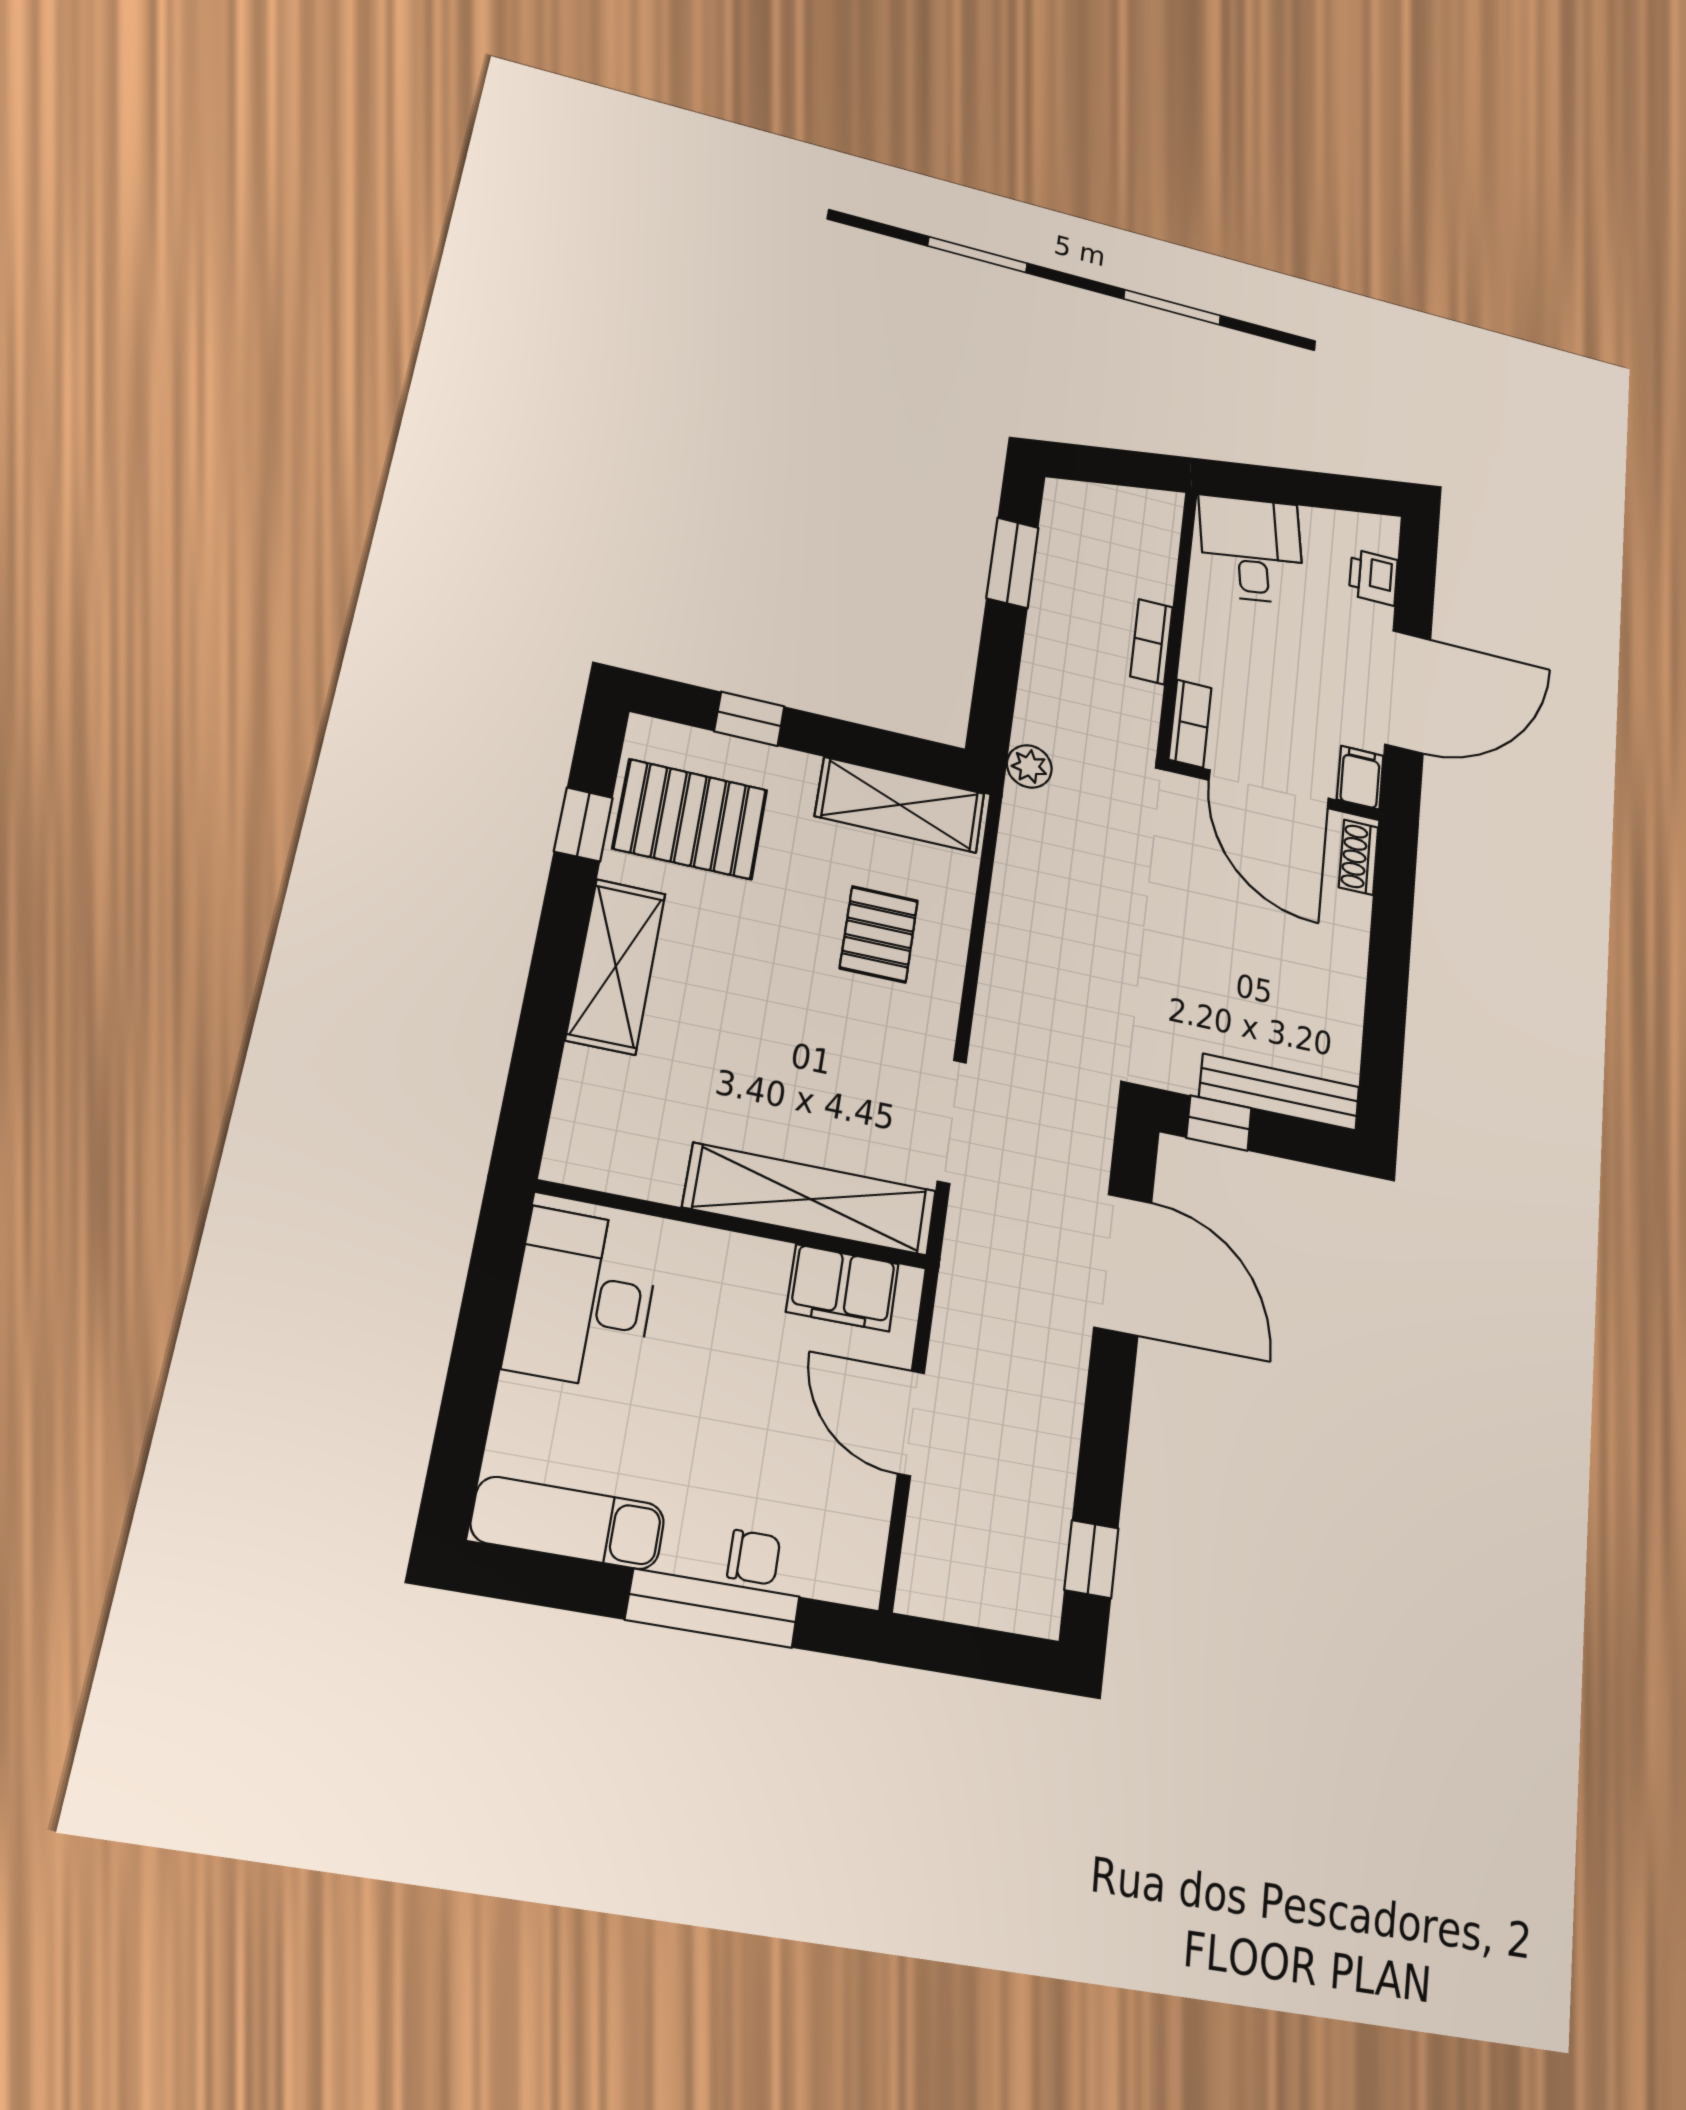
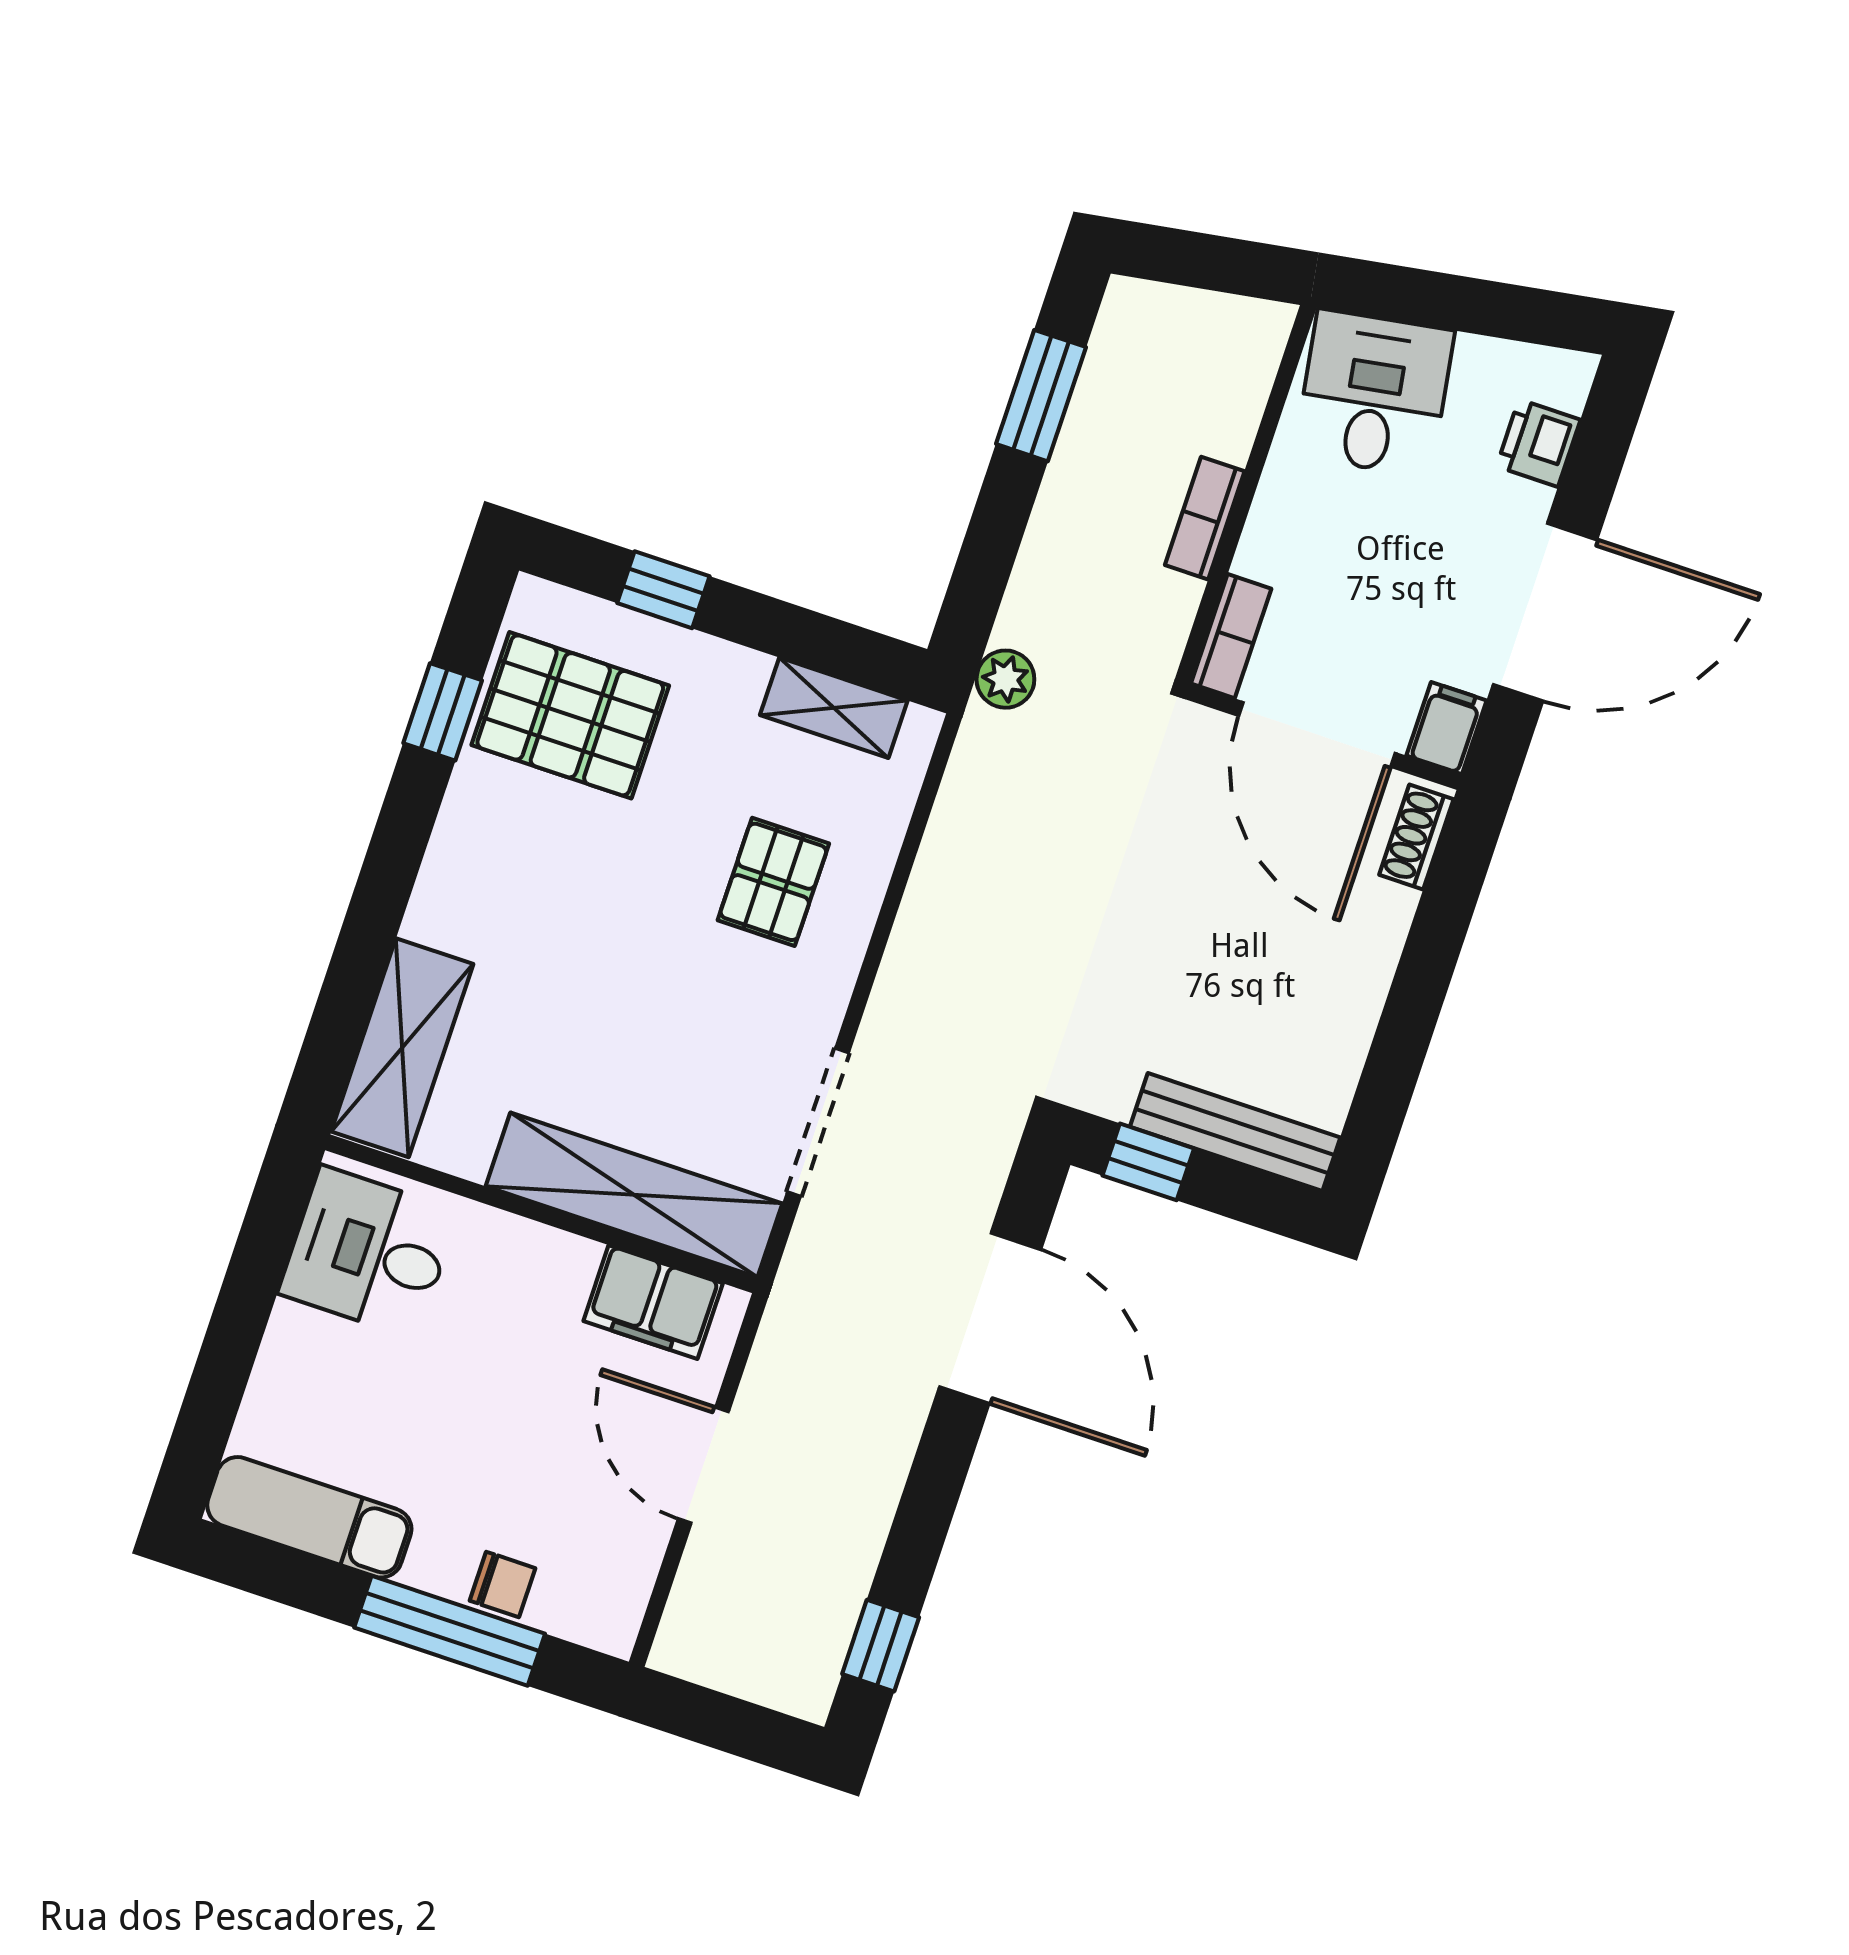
shelving: (900, 805) -> (834, 708), width x0.67, depth x0.75
shelving: (616, 966) -> (402, 1048), moved
desk: (583, 1299) -> (369, 1252), width x0.73

